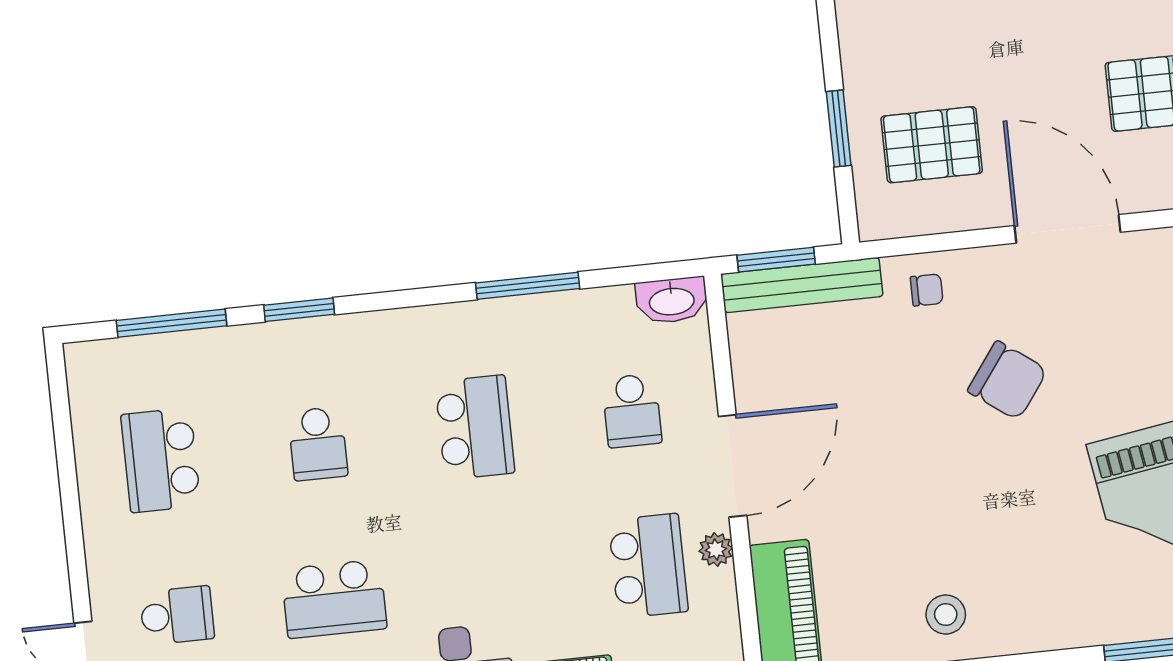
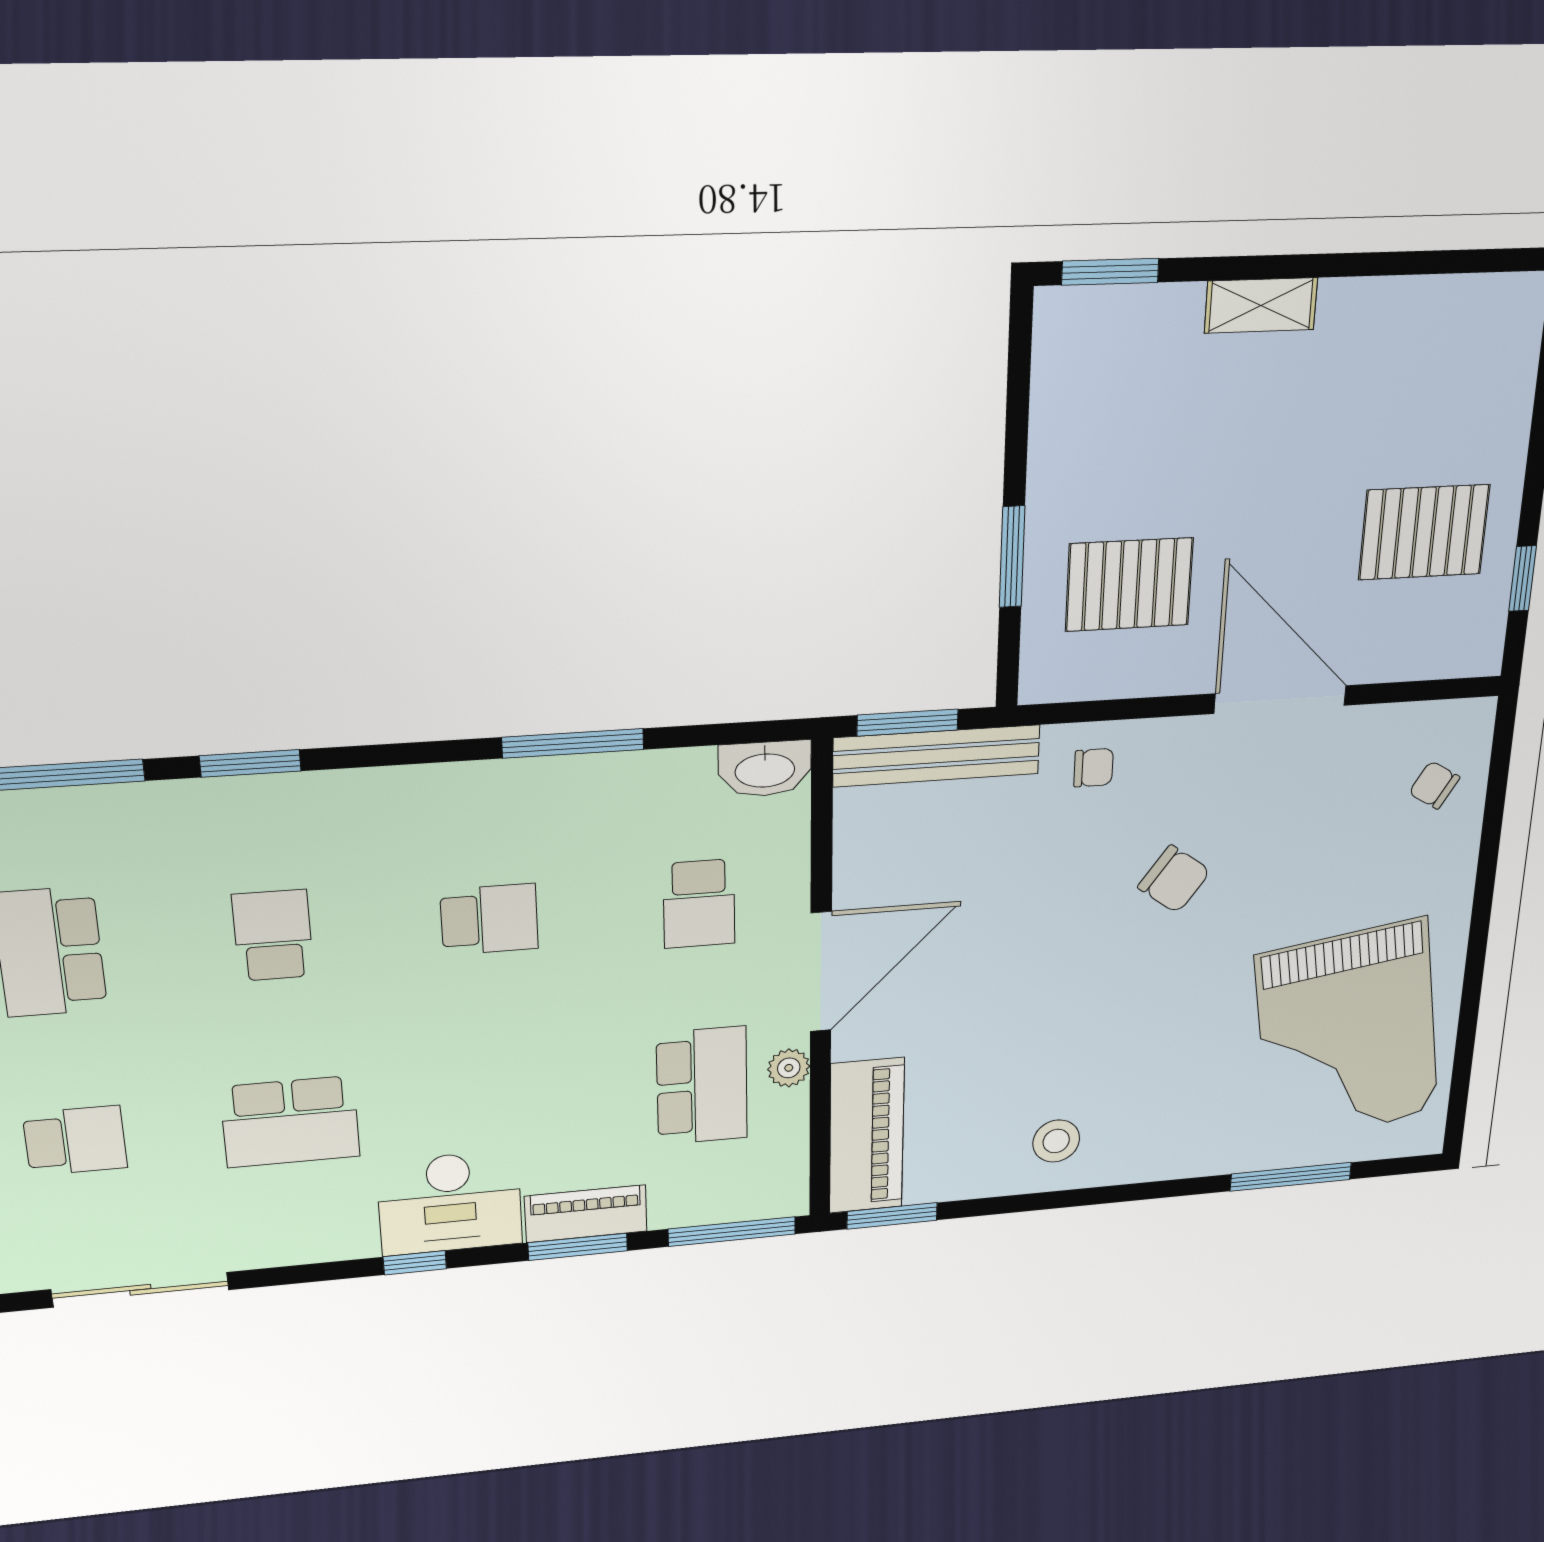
chair: (1007, 380) -> (1174, 879), width x0.73, depth x0.73
school desk: (475, 427) -> (489, 919), width x0.54
school desk: (318, 444) -> (273, 935), turned 180

